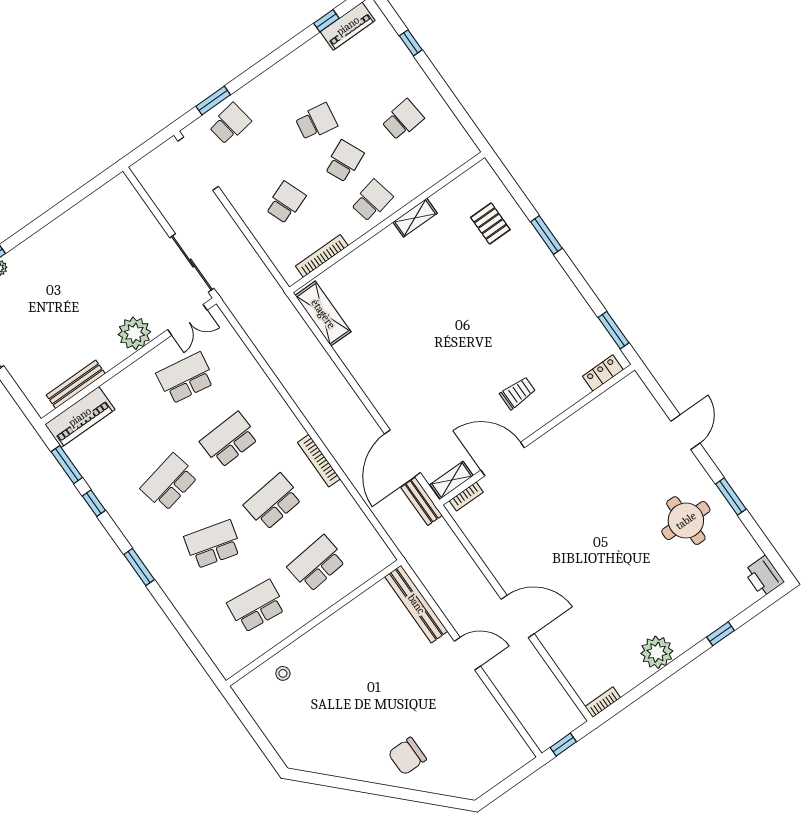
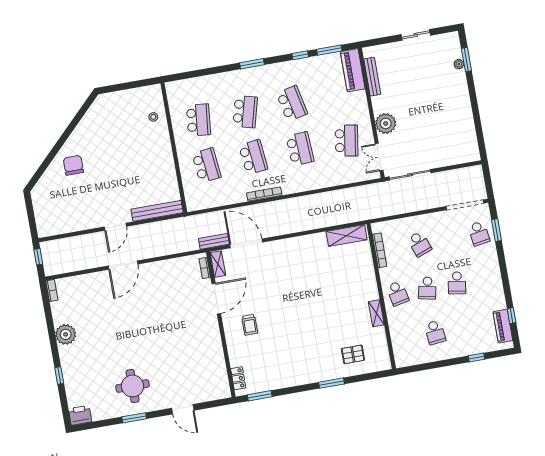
school desk: (344, 161) -> (427, 288), turned 36

